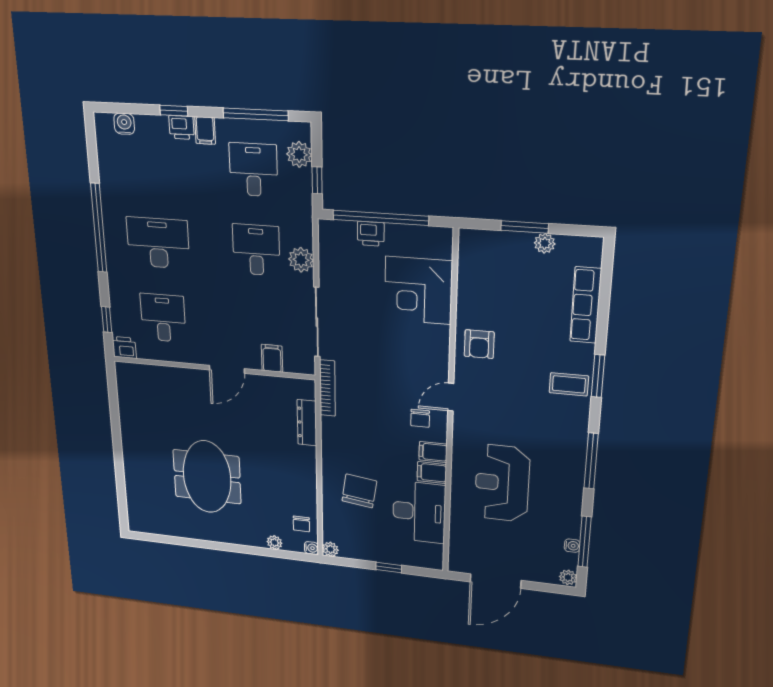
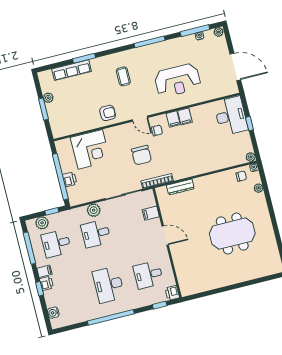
window: (598, 376) -> (84, 58), moved
coffee table: (569, 384) -> (123, 76), moved
chair: (359, 491) -> (141, 155), moved, turned -98
desk: (419, 512) -> (231, 116), moved, turned 90

